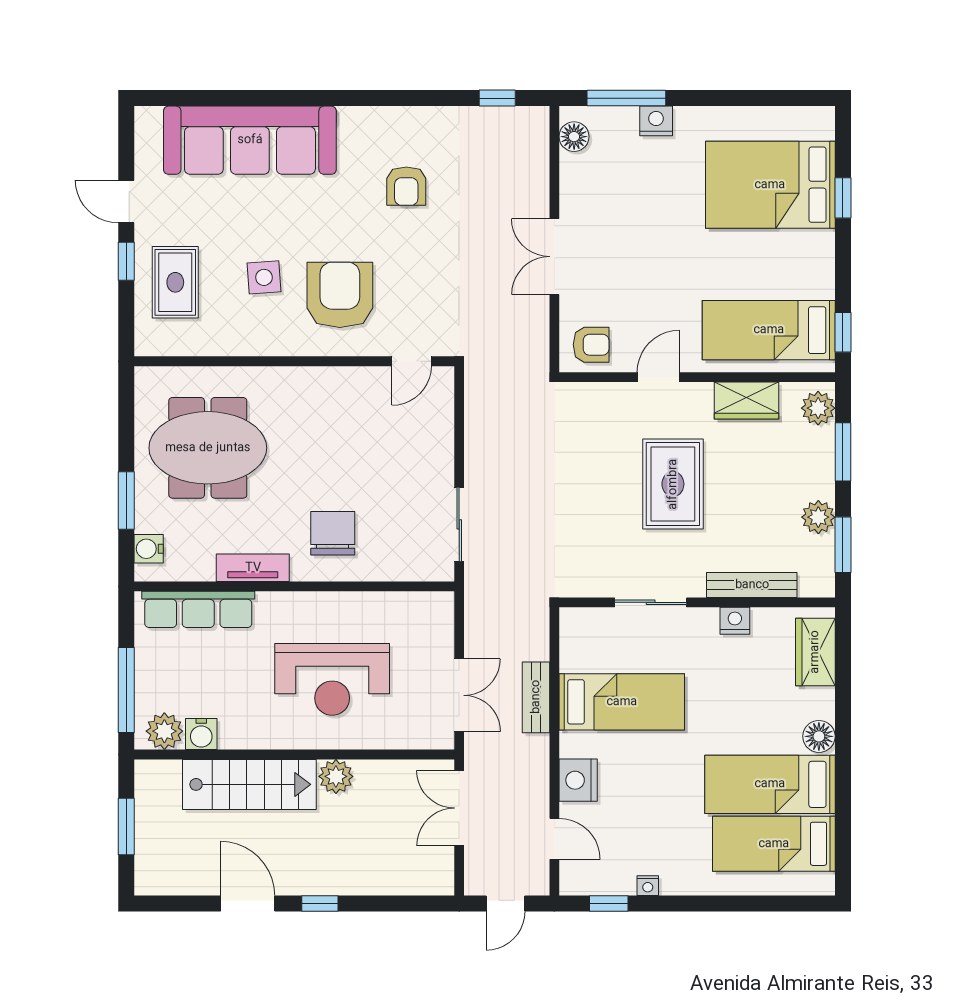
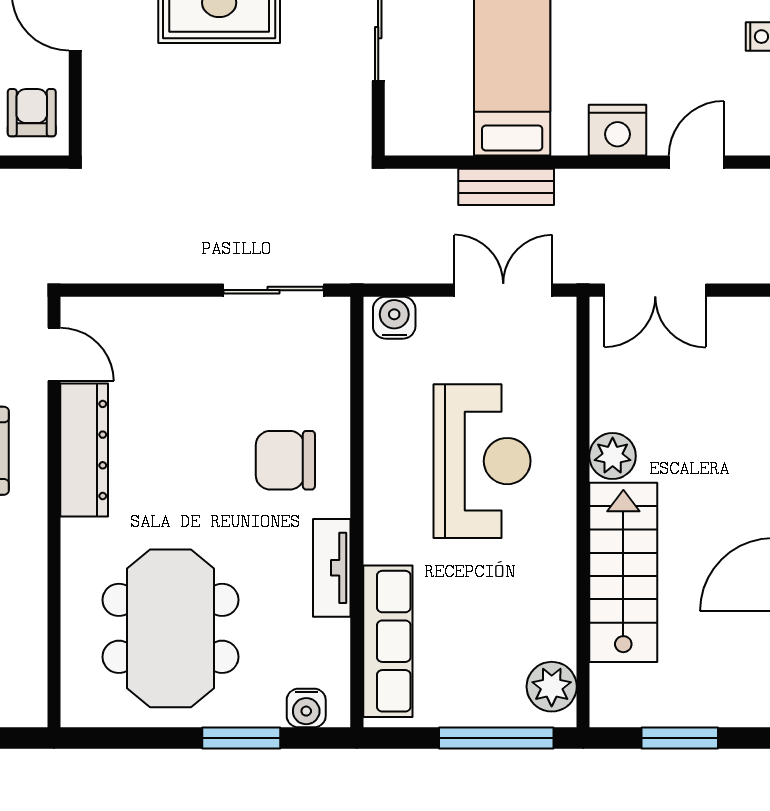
dresser: (340, 384) -> (84, 450), added
water cooler: (201, 734) -> (394, 318), moved, turned -90

